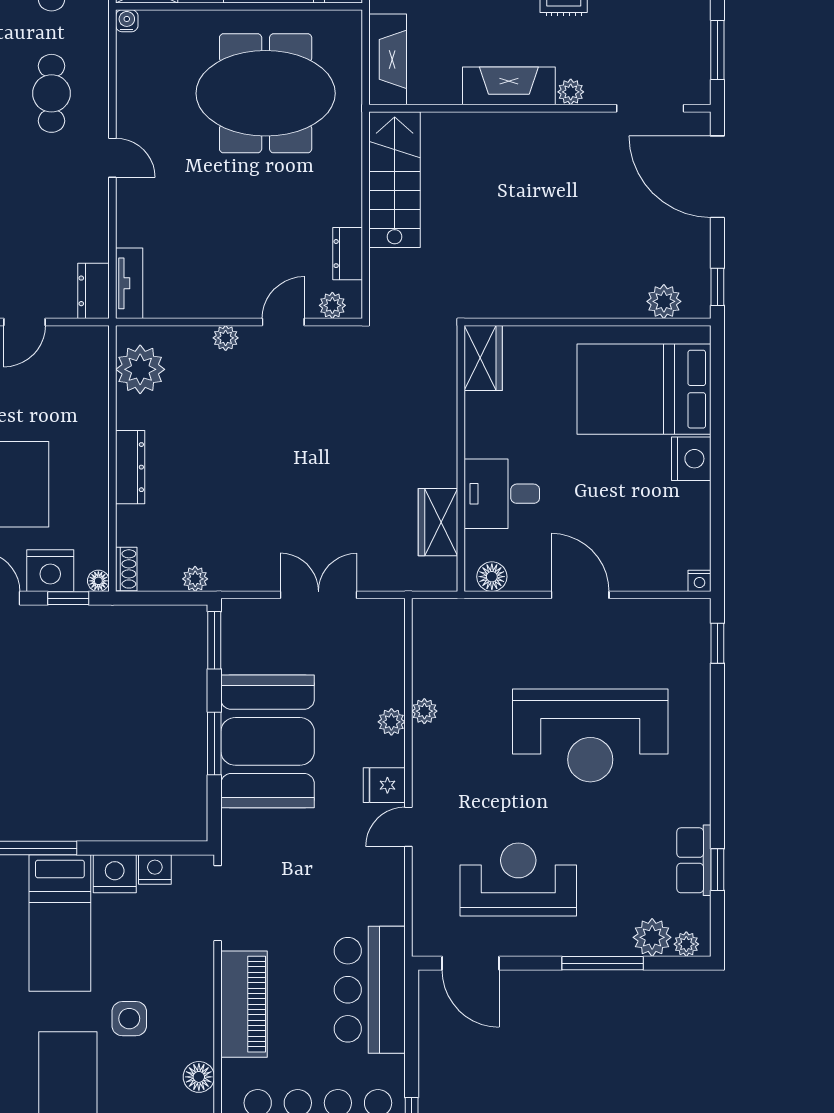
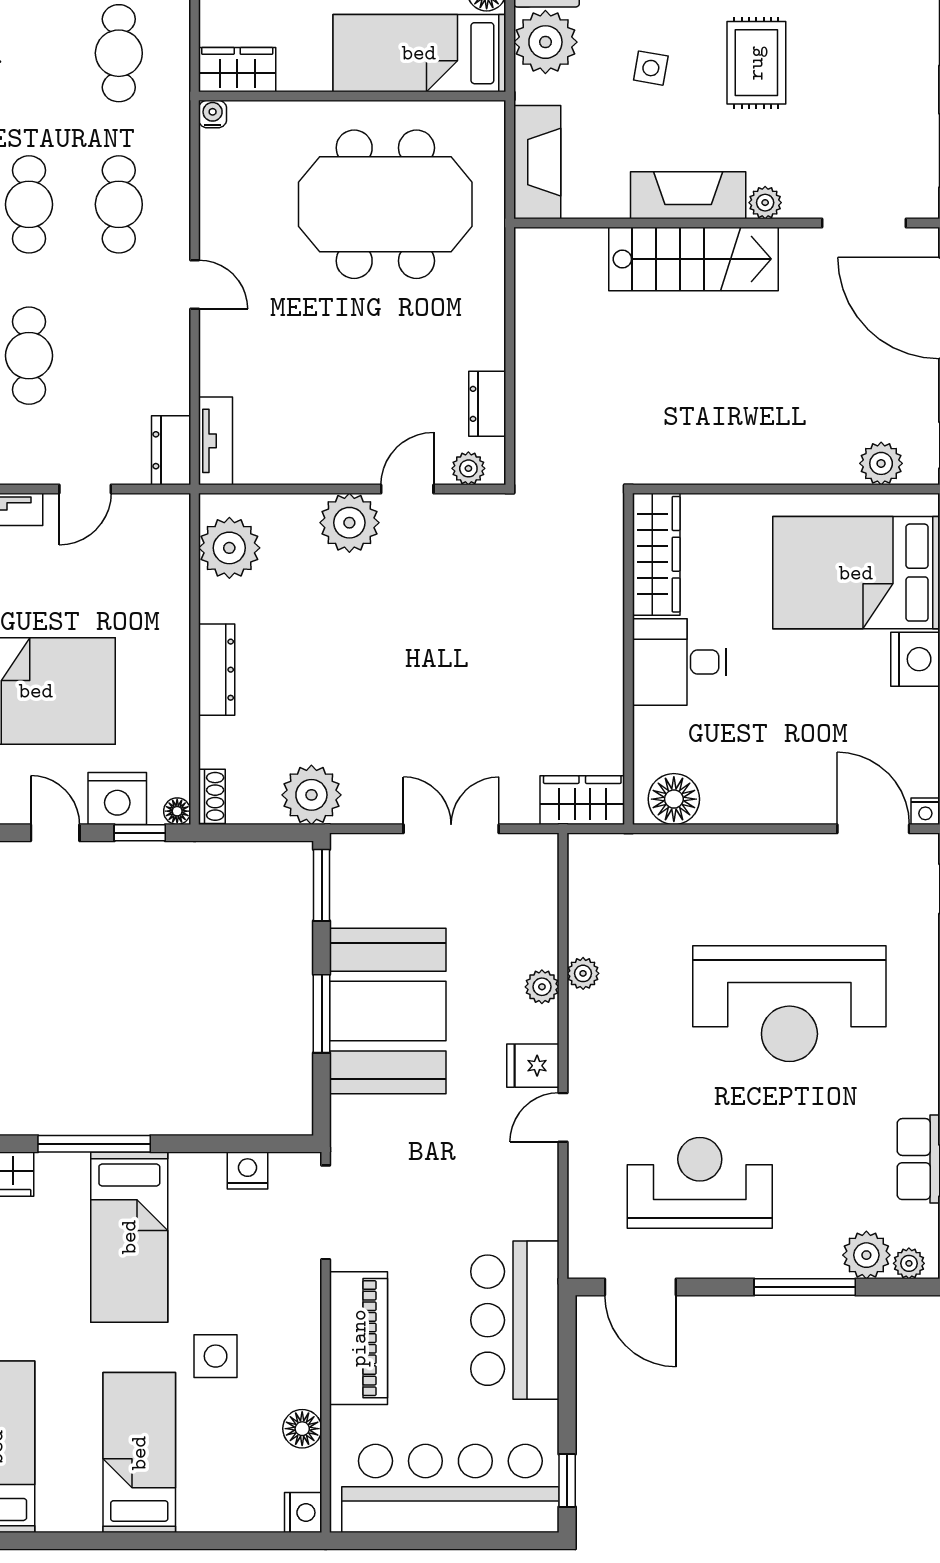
stairs: (395, 180) -> (693, 259), moved, turned 90
plant: (226, 338) -> (349, 523), width x1.88, depth x1.88
wardrobe: (483, 358) -> (656, 554), width x1.50
desk: (502, 494) -> (679, 662), moved
wardrobe: (438, 522) -> (582, 800), moved, turned 90
floor lamp: (492, 577) -> (674, 799), width x1.38, depth x1.38
plant: (195, 579) -> (311, 795), width x1.88, depth x1.88
door: (580, 595) -> (873, 829), moved
nightstand: (115, 874) -> (197, 1176), removed

